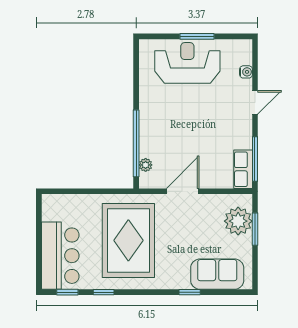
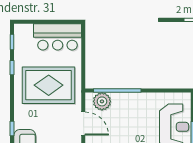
plant: (146, 165) -> (102, 101), width x1.87, depth x1.87
bar counter: (60, 256) -> (58, 37), moved

